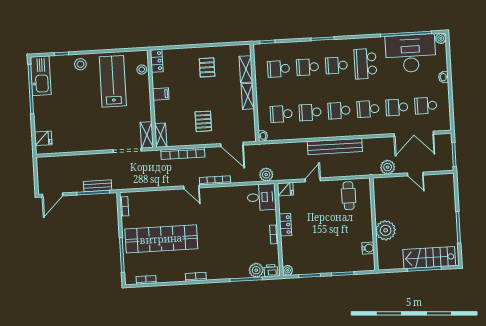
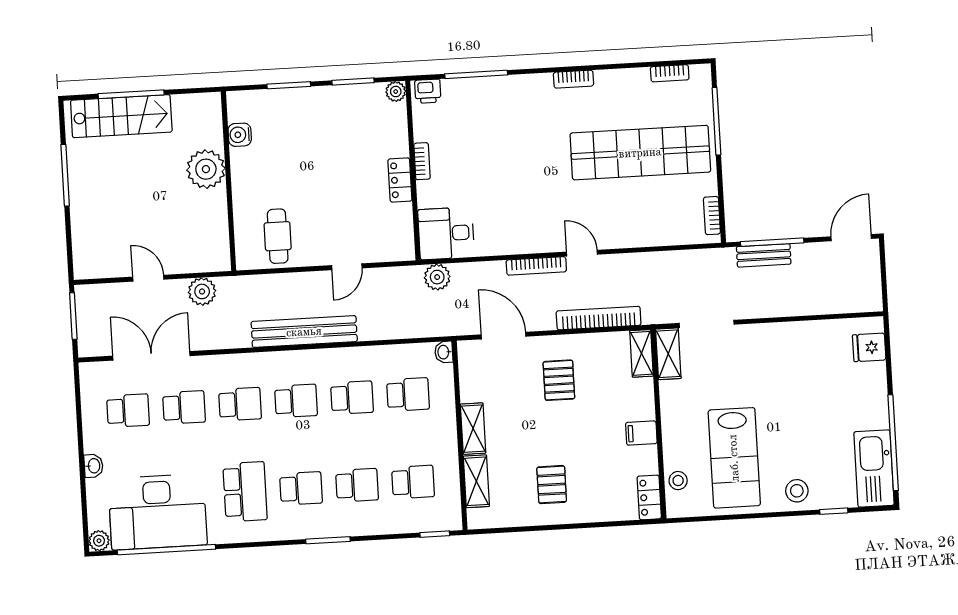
fridge: (285, 189) -> (400, 249), removed
plant: (256, 270) -> (456, 92), removed

